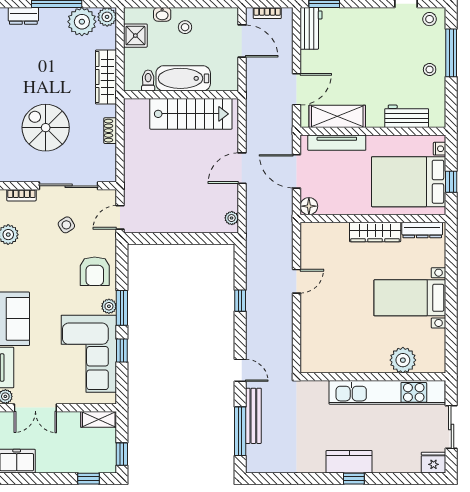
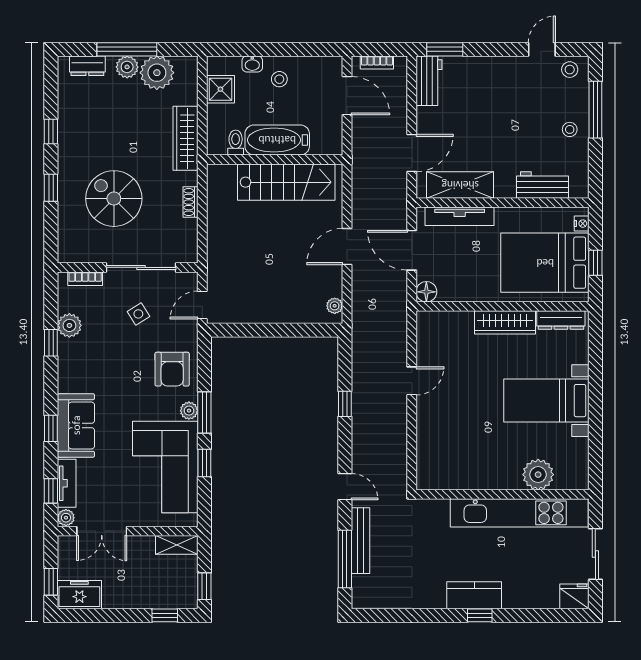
plant: (107, 17) -> (127, 67), moved

